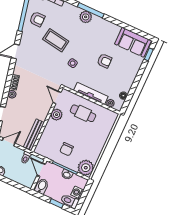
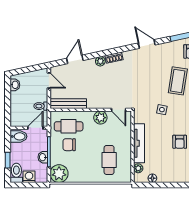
door: (57, 97) -> (119, 110), swing flipped
cafe table: (83, 113) -> (109, 160), moved
cafe table: (52, 143) -> (69, 126), added

